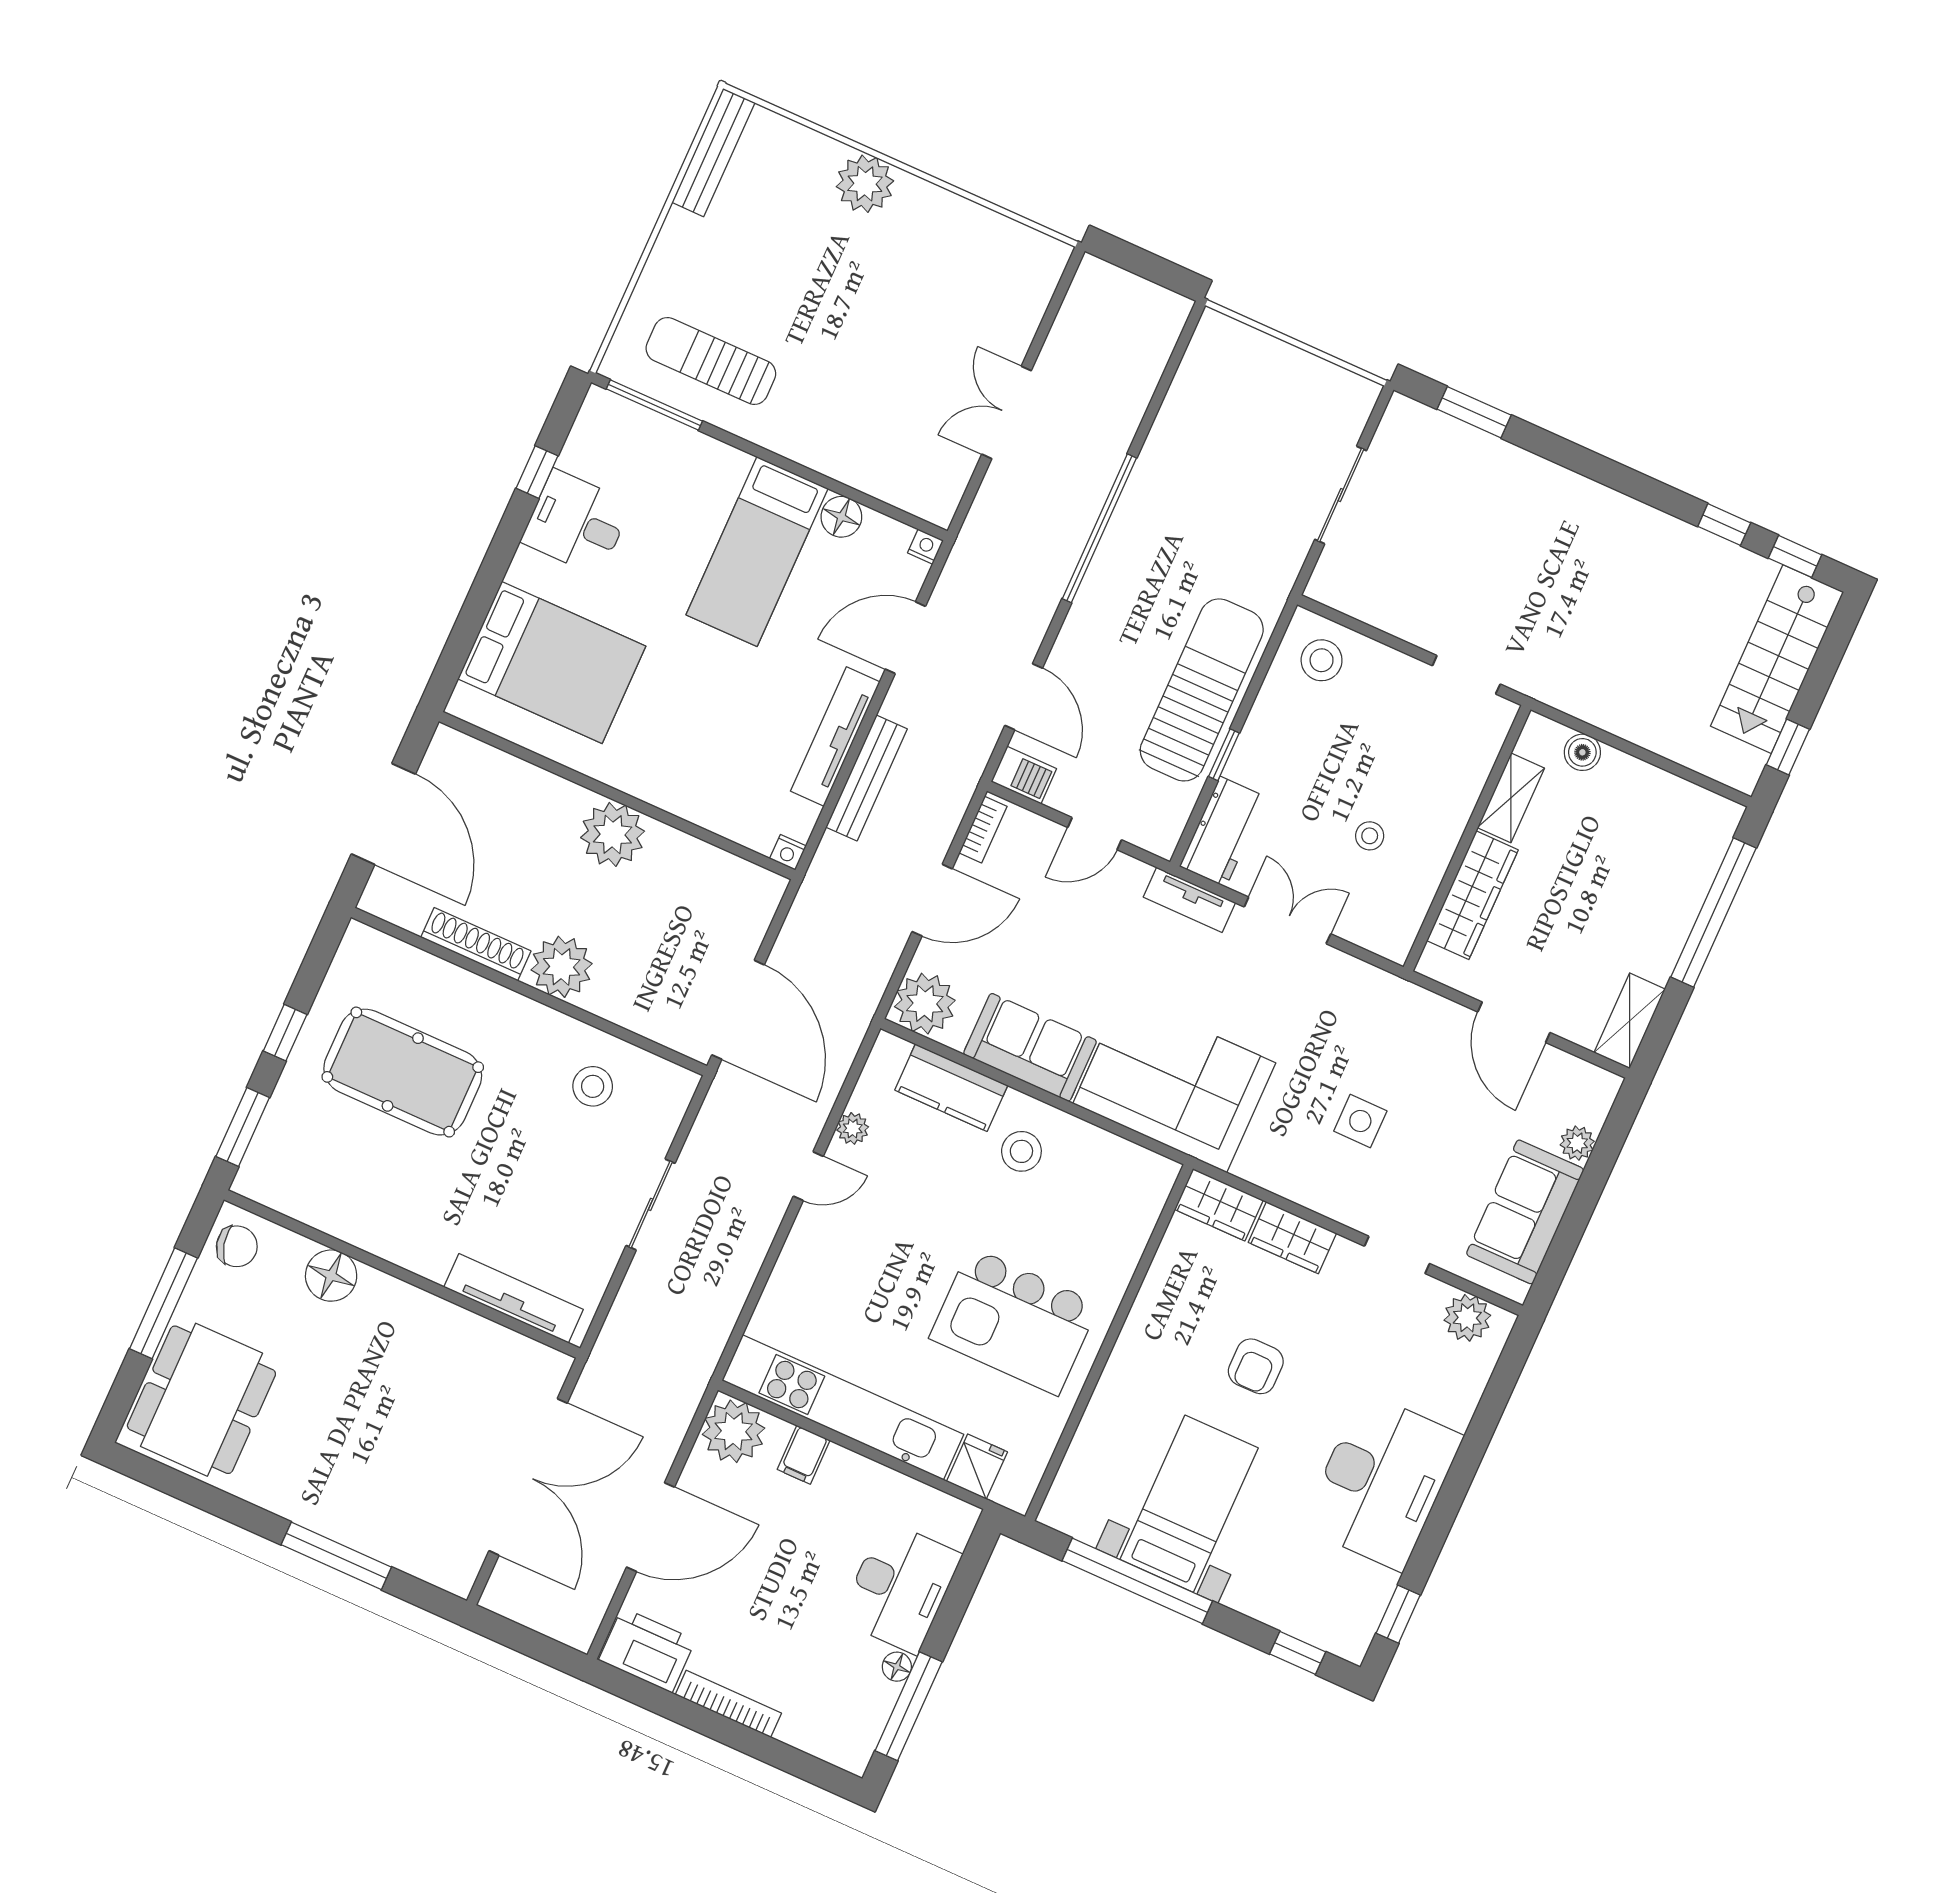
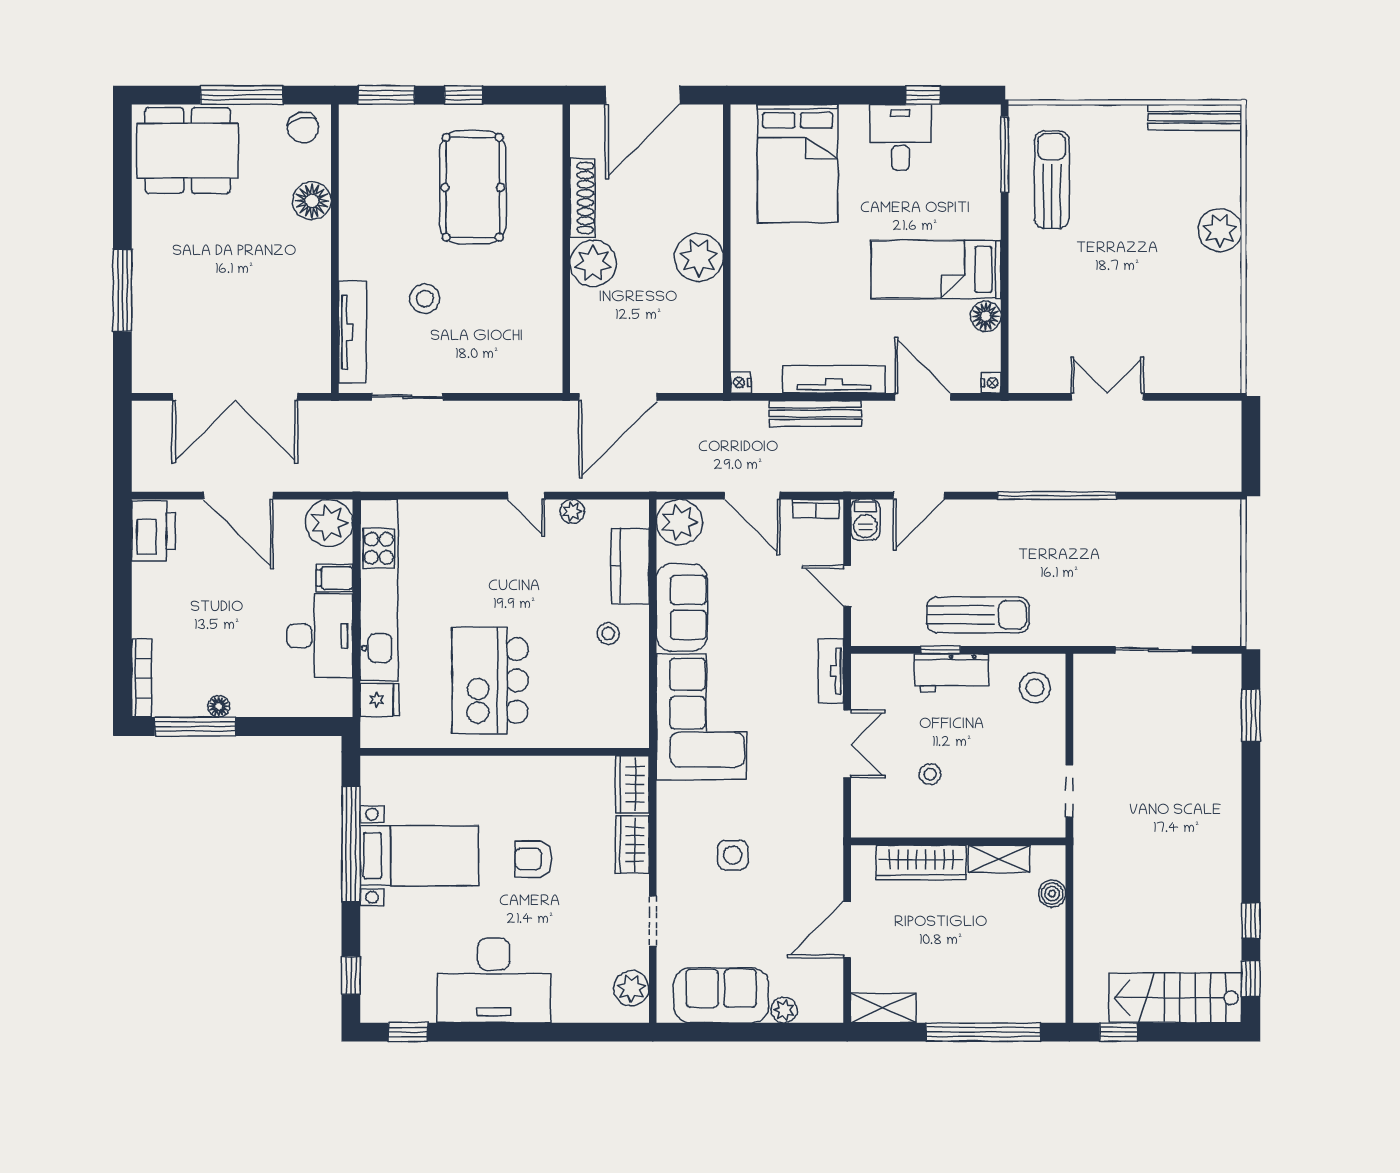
sun lounger: (1202, 690) -> (978, 615), width x0.73, depth x0.75
workbench: (1223, 832) -> (951, 673), moved
stool: (593, 1086) -> (425, 299), moved
stool: (1021, 1151) -> (608, 633), width x0.73, depth x0.73
sliding door: (651, 1204) -> (407, 397), moved
desk: (900, 1587) -> (320, 636), moved, turned -90
bookcase: (728, 1704) -> (142, 678), moved

